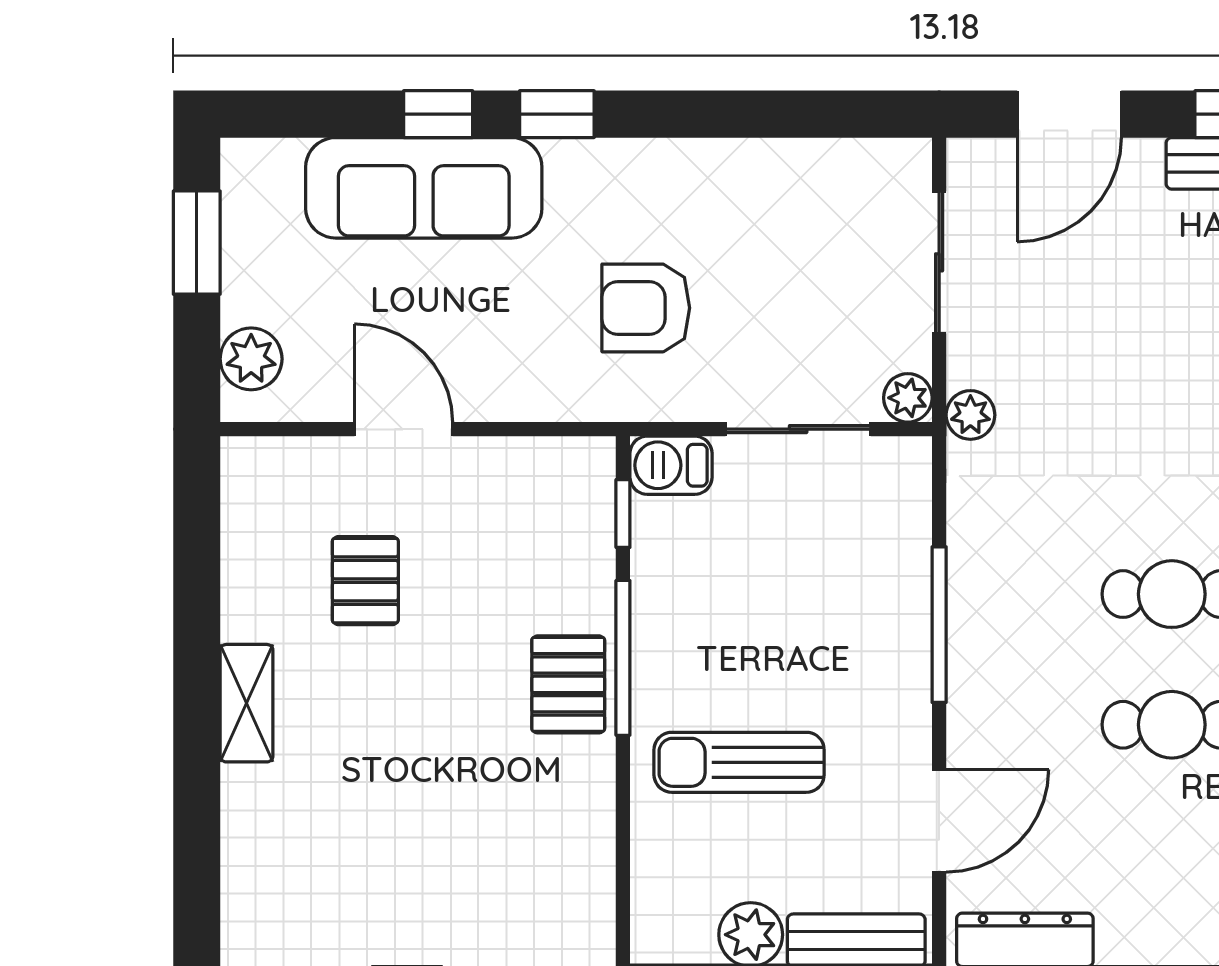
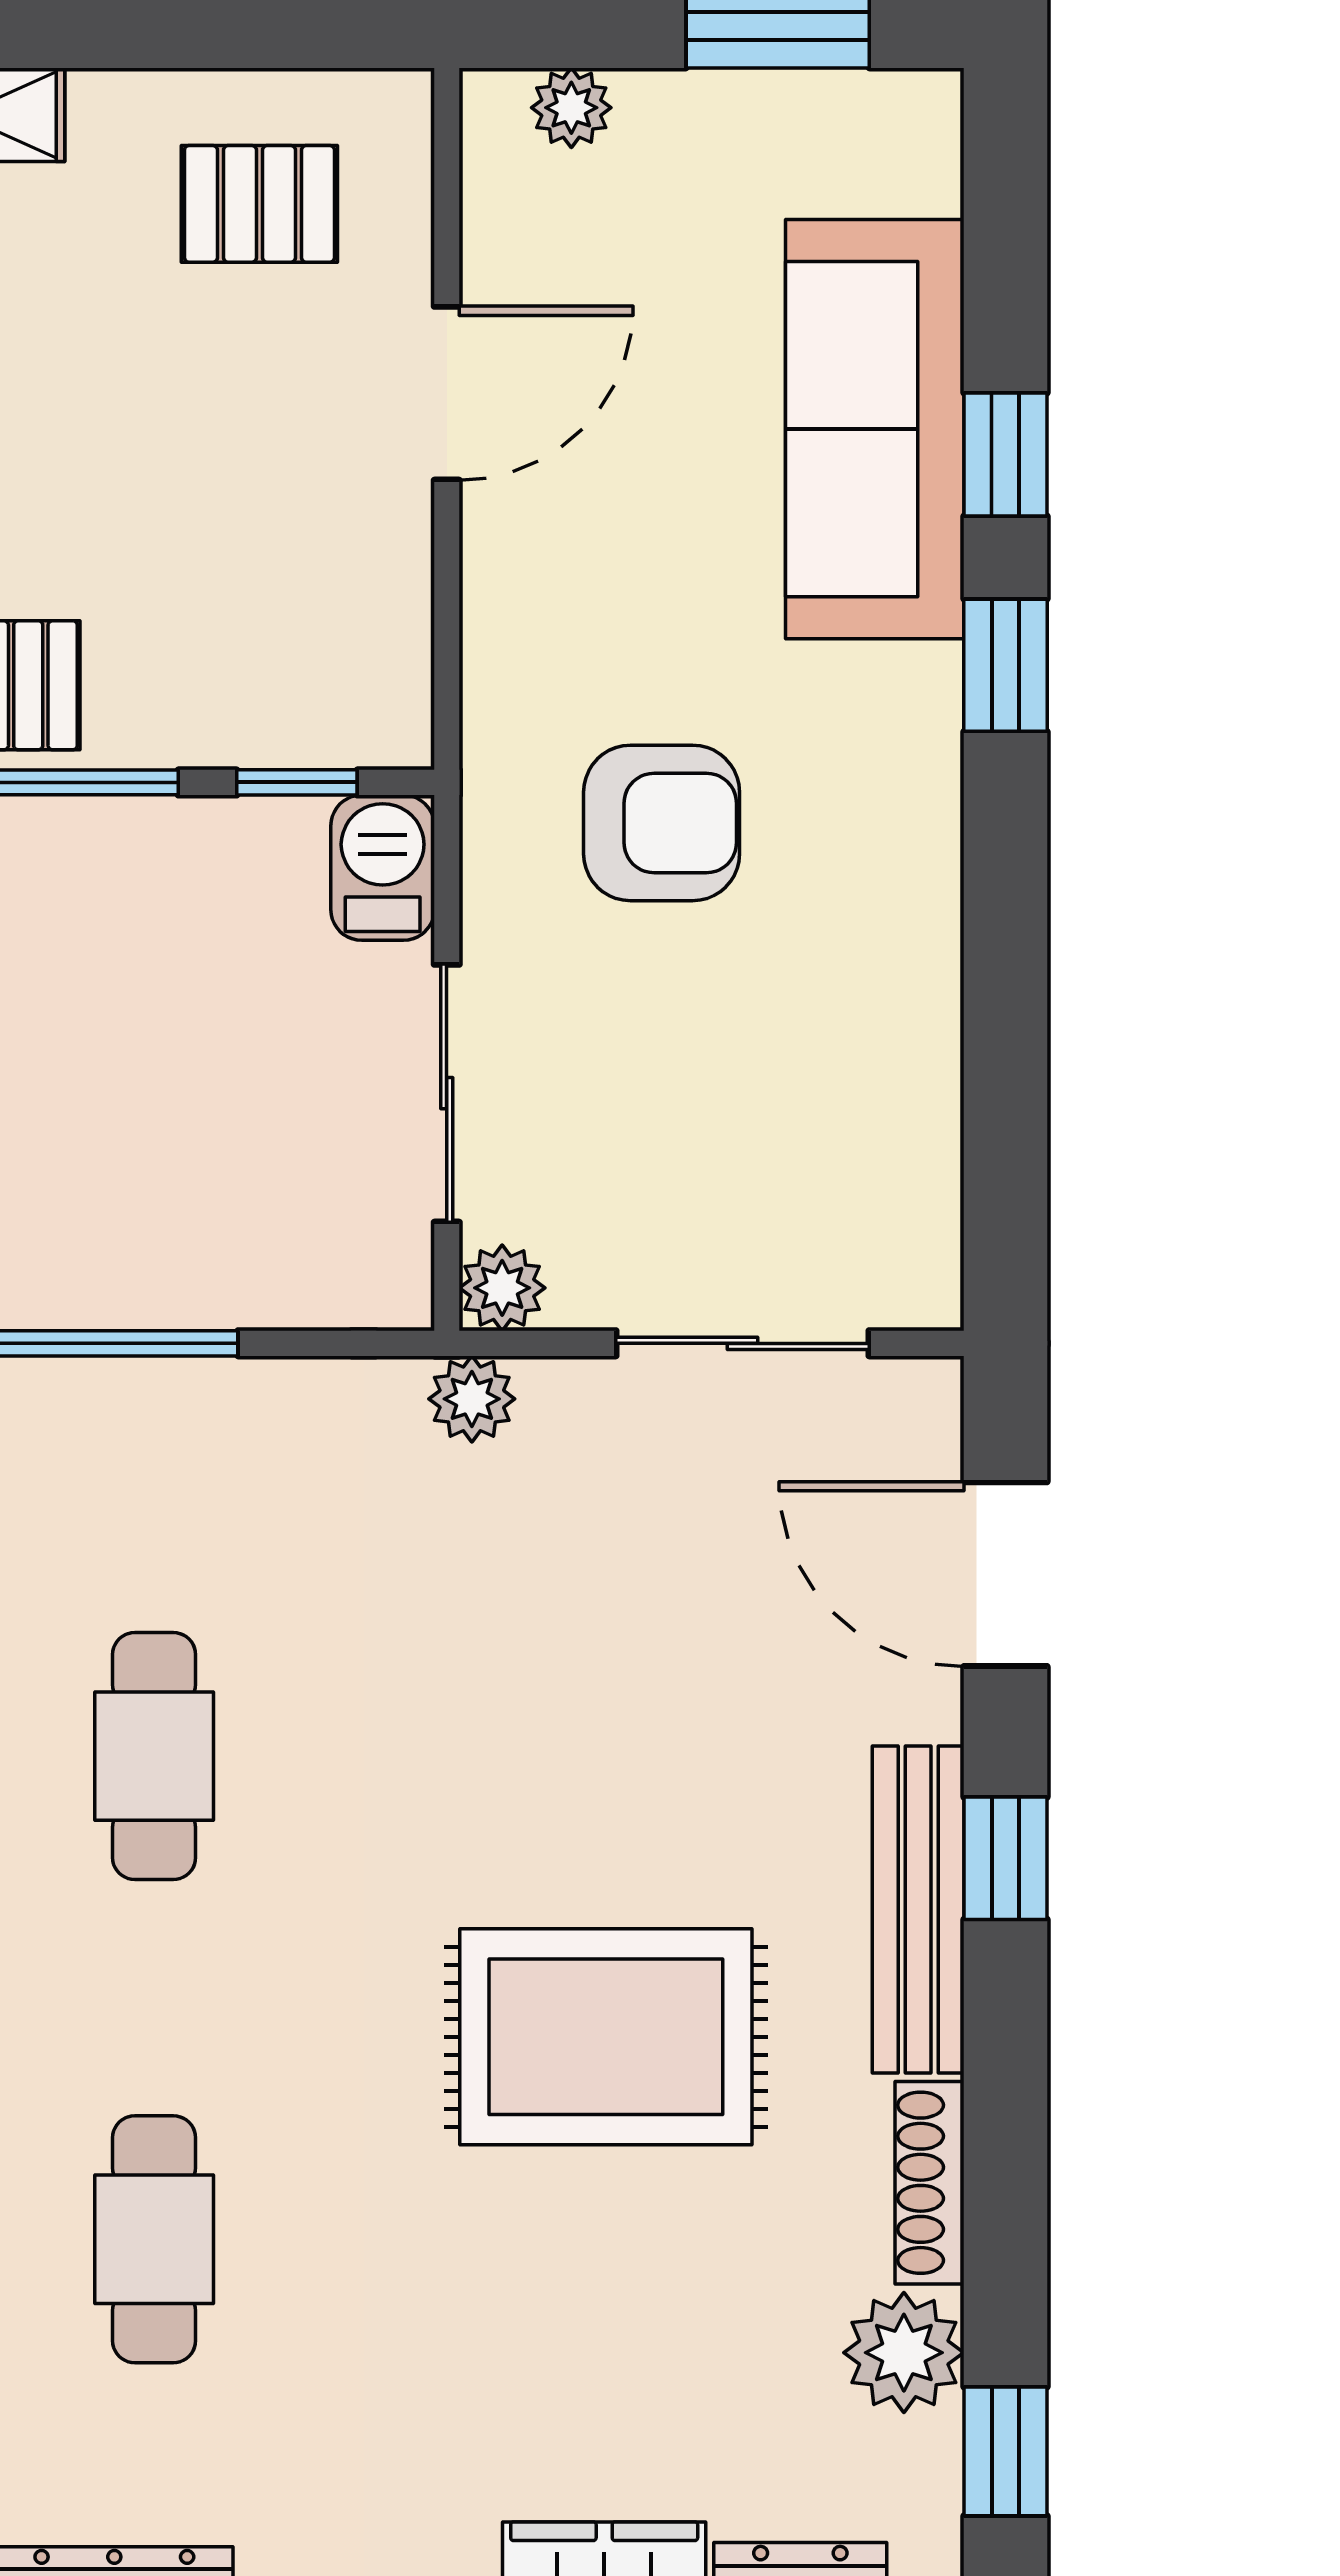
armchair: (646, 308) -> (662, 823), turned 90
plant: (251, 359) -> (571, 108), width x0.73, depth x0.73
pallet: (365, 581) -> (259, 204), moved

